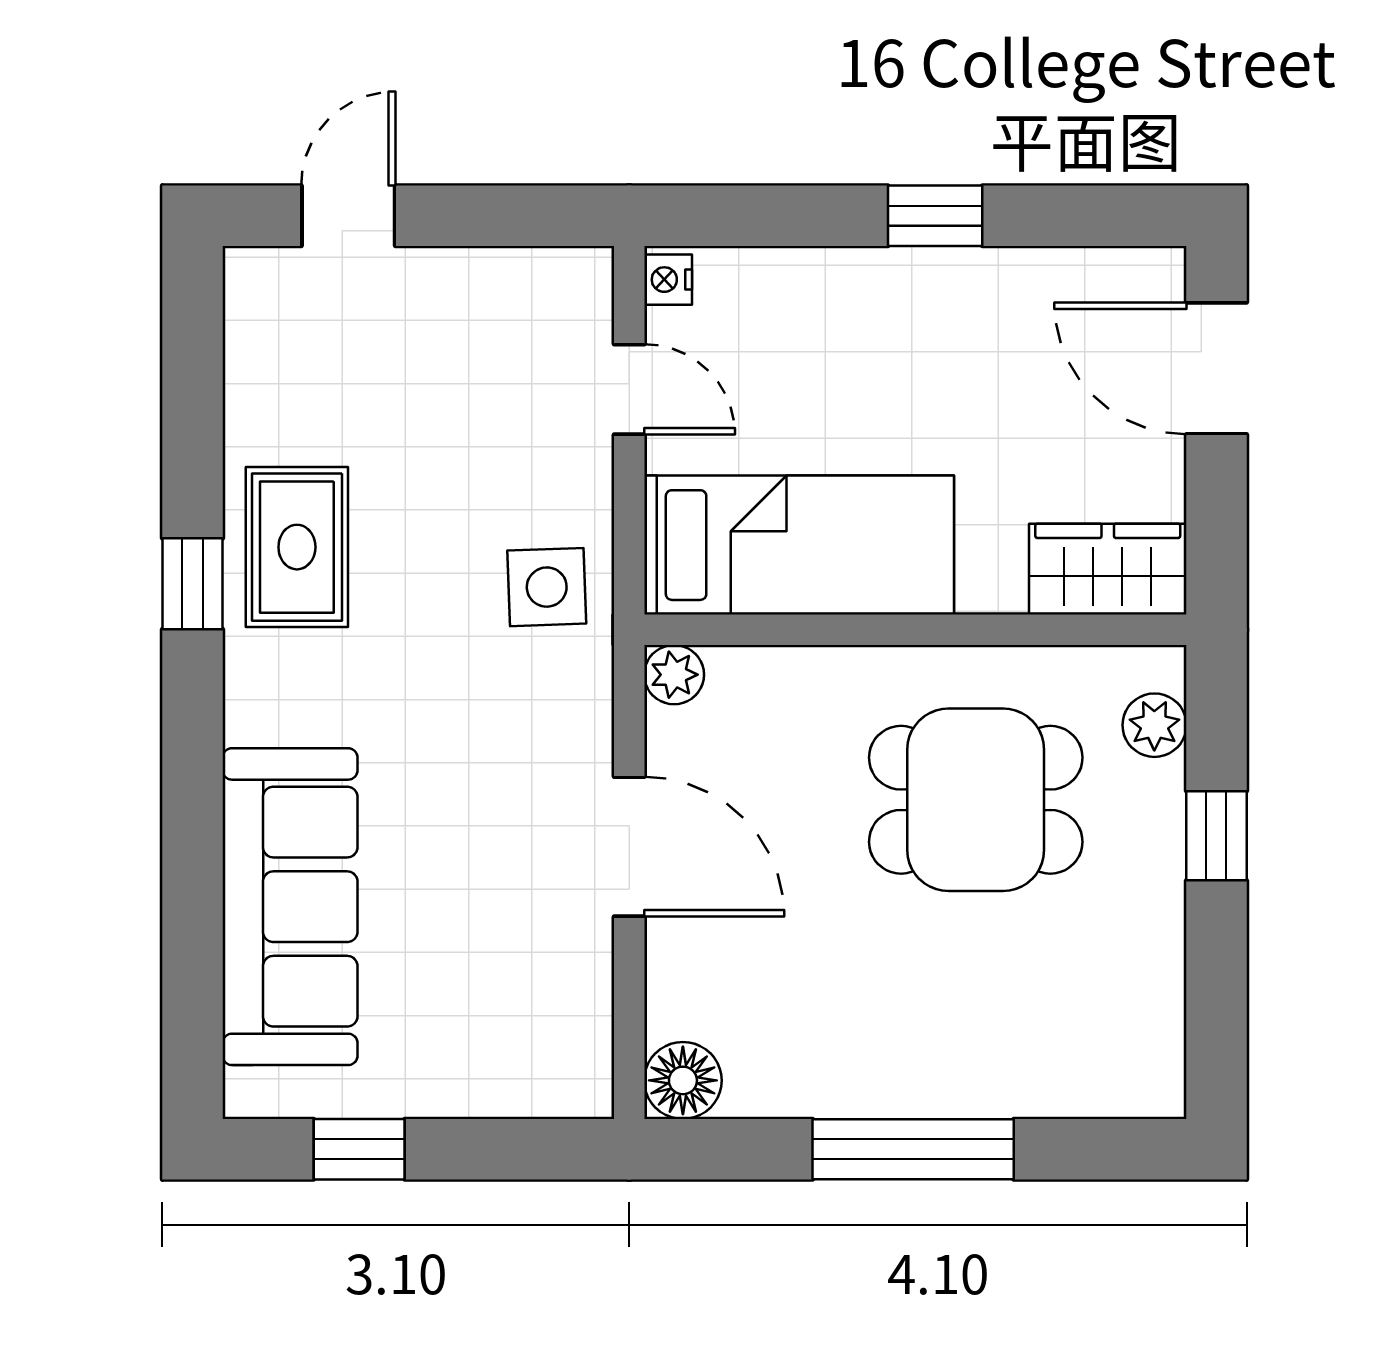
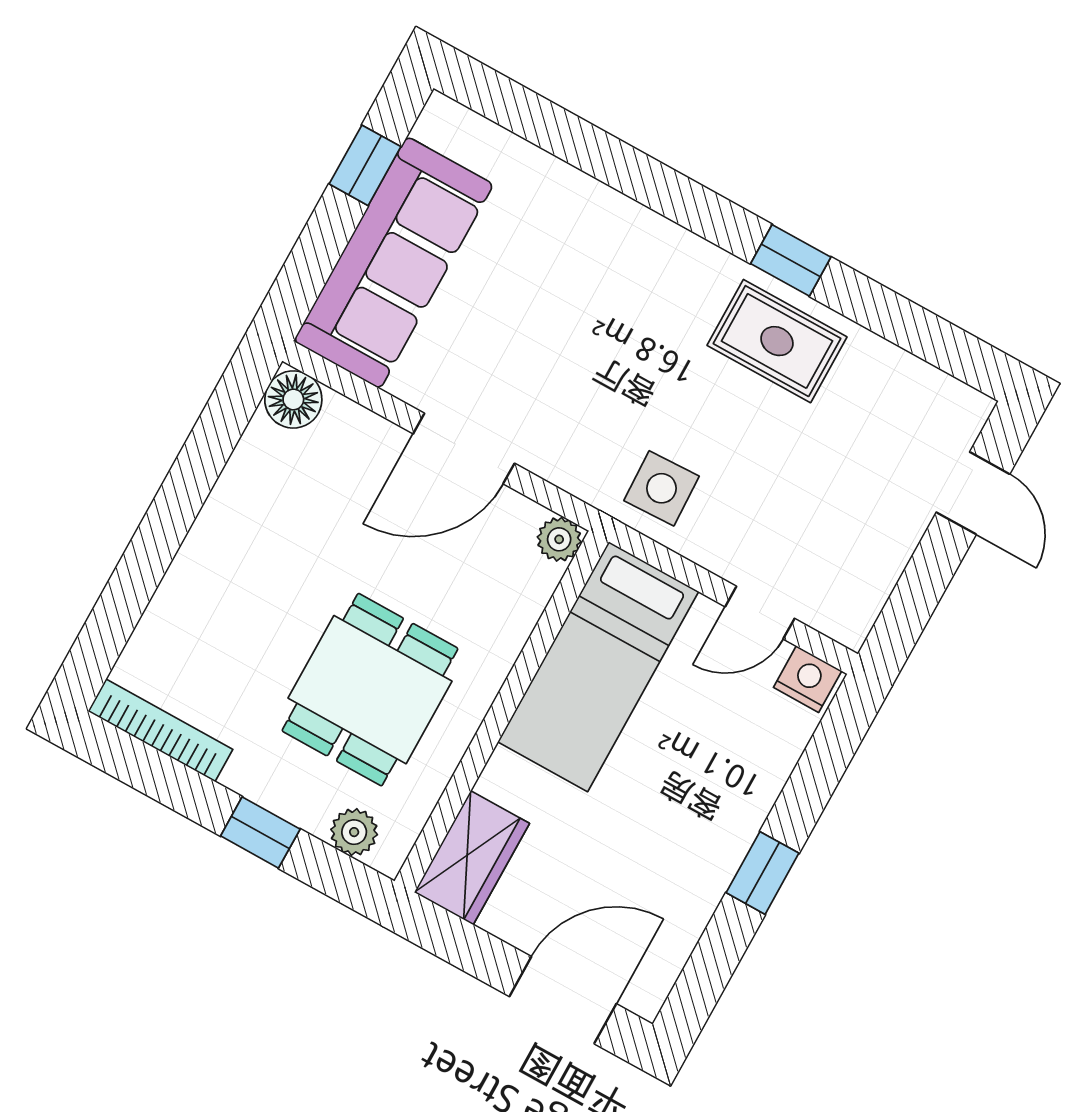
nightstand: (668, 280) -> (808, 679), width x1.39, depth x1.35
sofa: (290, 907) -> (393, 263), moved, turned -90
bookcase: (1161, 1021) -> (160, 730), added
window: (913, 1149) -> (166, 524), removed

